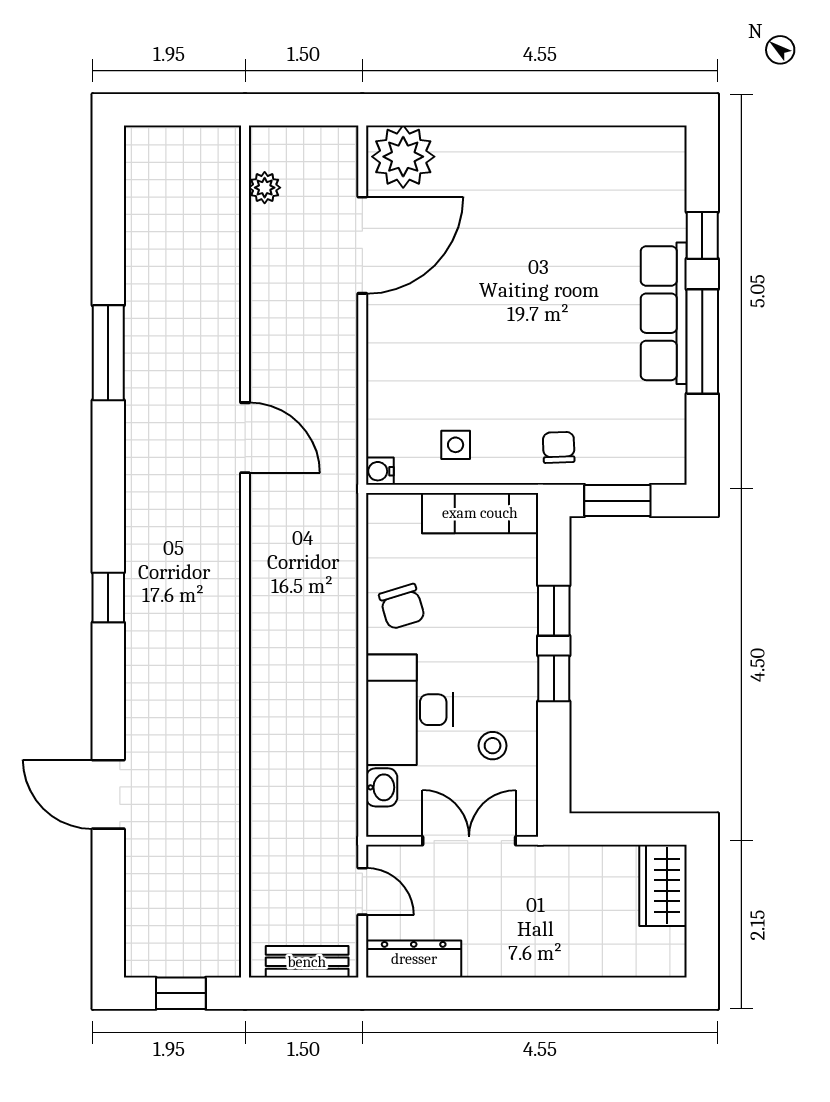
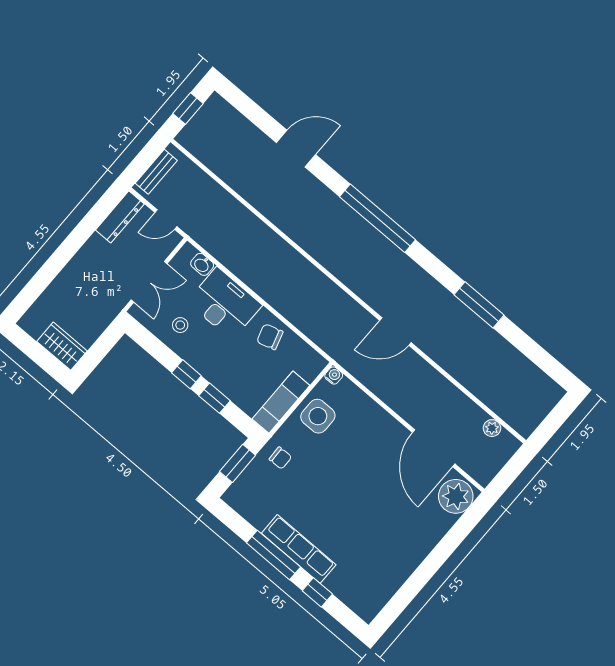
side table: (456, 445) -> (318, 416), width x1.87, depth x1.87
window: (108, 598) -> (378, 218), width x3.17

